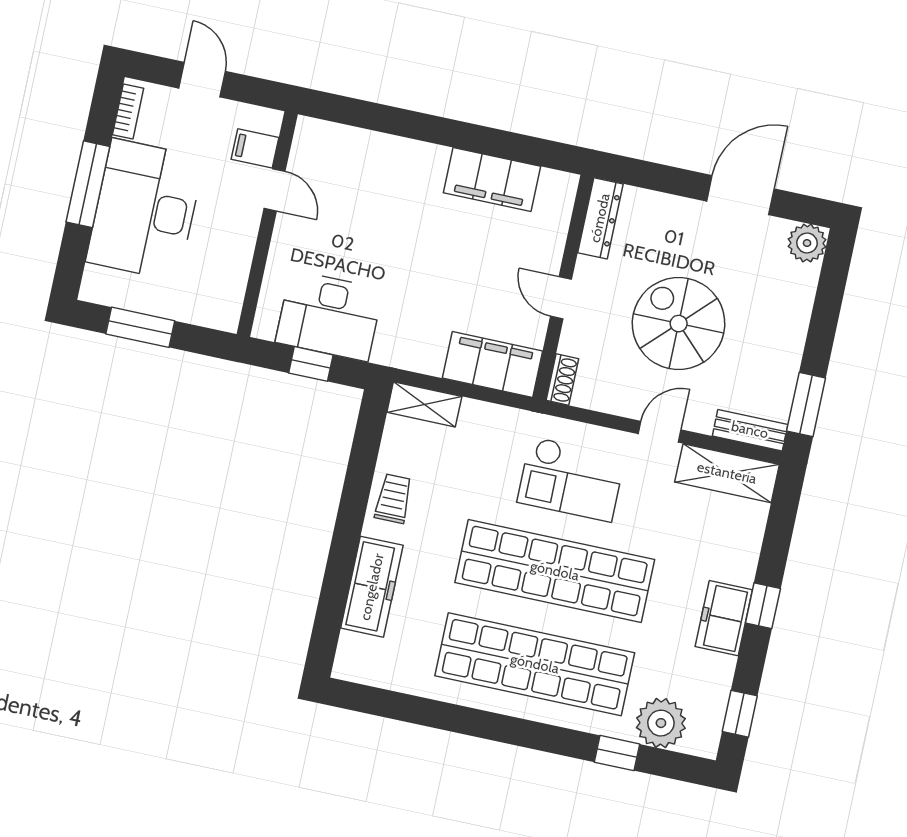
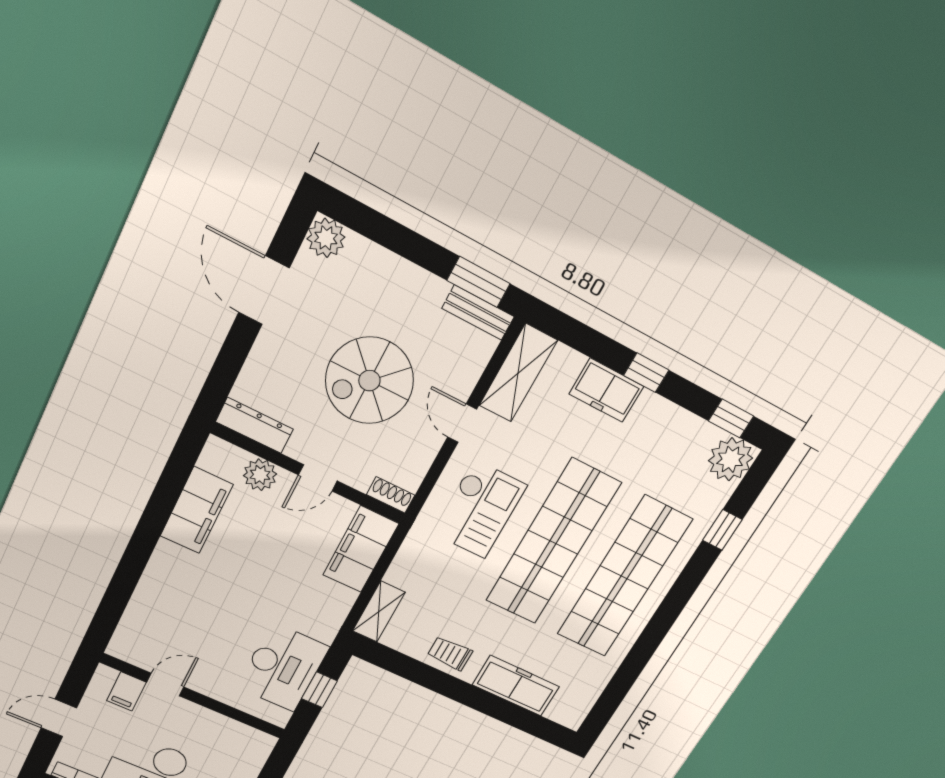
plant: (549, 237) -> (260, 475), added
bench: (750, 430) -> (478, 313), moved, turned 90
freezer: (724, 618) -> (606, 390), moved
plant: (661, 723) -> (731, 459), moved

